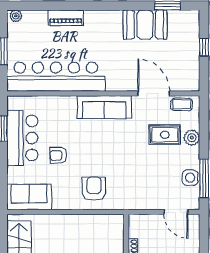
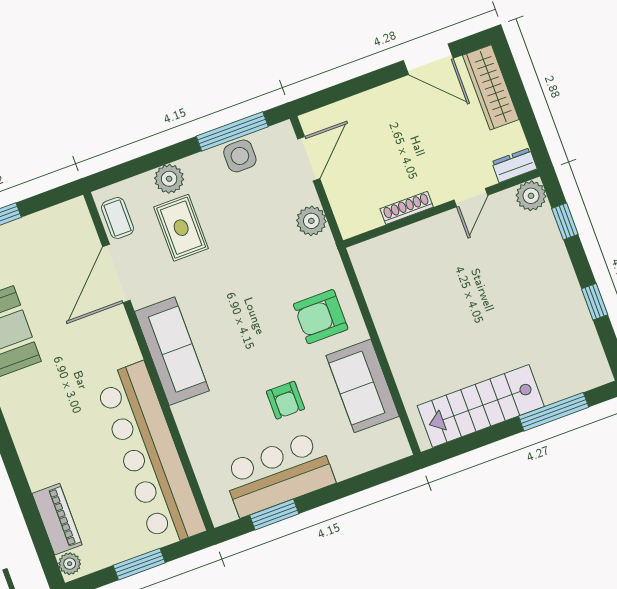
piano: (66, 18) -> (57, 519), moved
sofa: (29, 197) -> (363, 386), moved
plant: (144, 202) -> (311, 221), added

